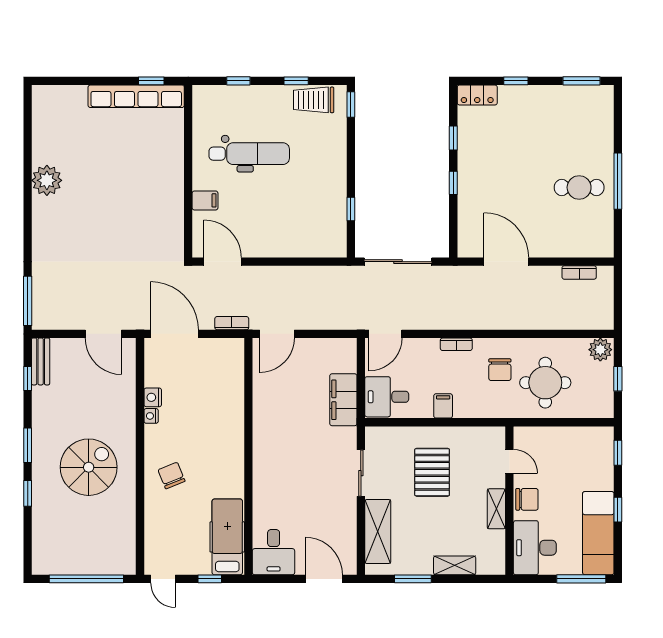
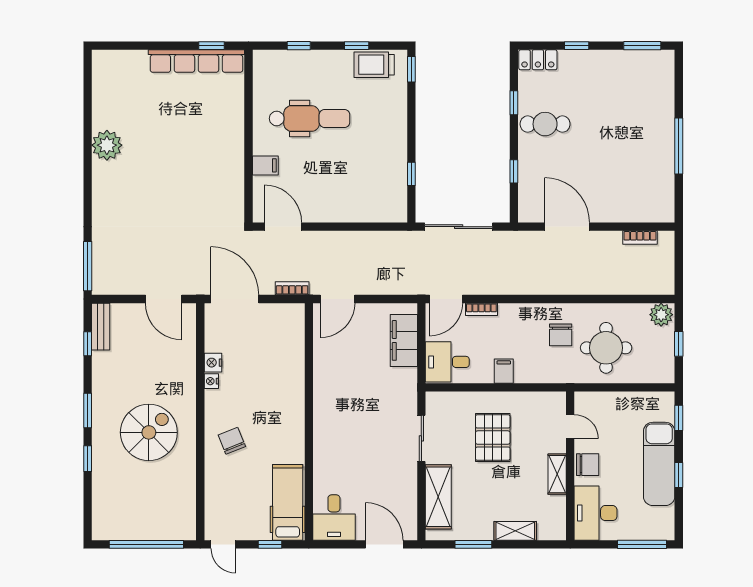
window: (453, 183) -> (514, 171), moved
cafe table: (579, 187) -> (545, 124), moved
bookcase: (456, 344) -> (481, 309), moved
filing cabinet: (343, 400) -> (404, 340), moved
exam couch: (598, 533) -> (659, 464), moved

